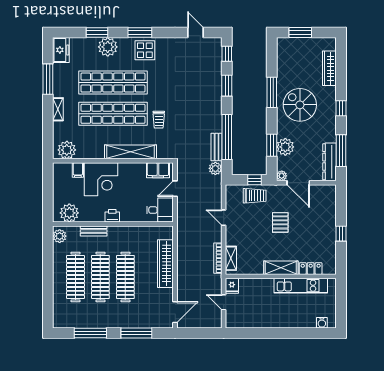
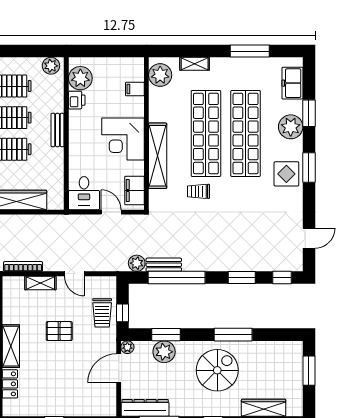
freezer: (61, 50) -> (292, 83), moved, turned 90
shelving: (58, 109) -> (195, 64), moved
corner desk: (101, 179) -> (123, 139), moved
printer: (112, 216) -> (77, 100), moved
door: (224, 218) -> (74, 274), swing flipped
pallet: (280, 222) -> (59, 331), moved
bench: (94, 231) -> (58, 130), moved
shelving: (231, 258) -> (40, 283), moved

